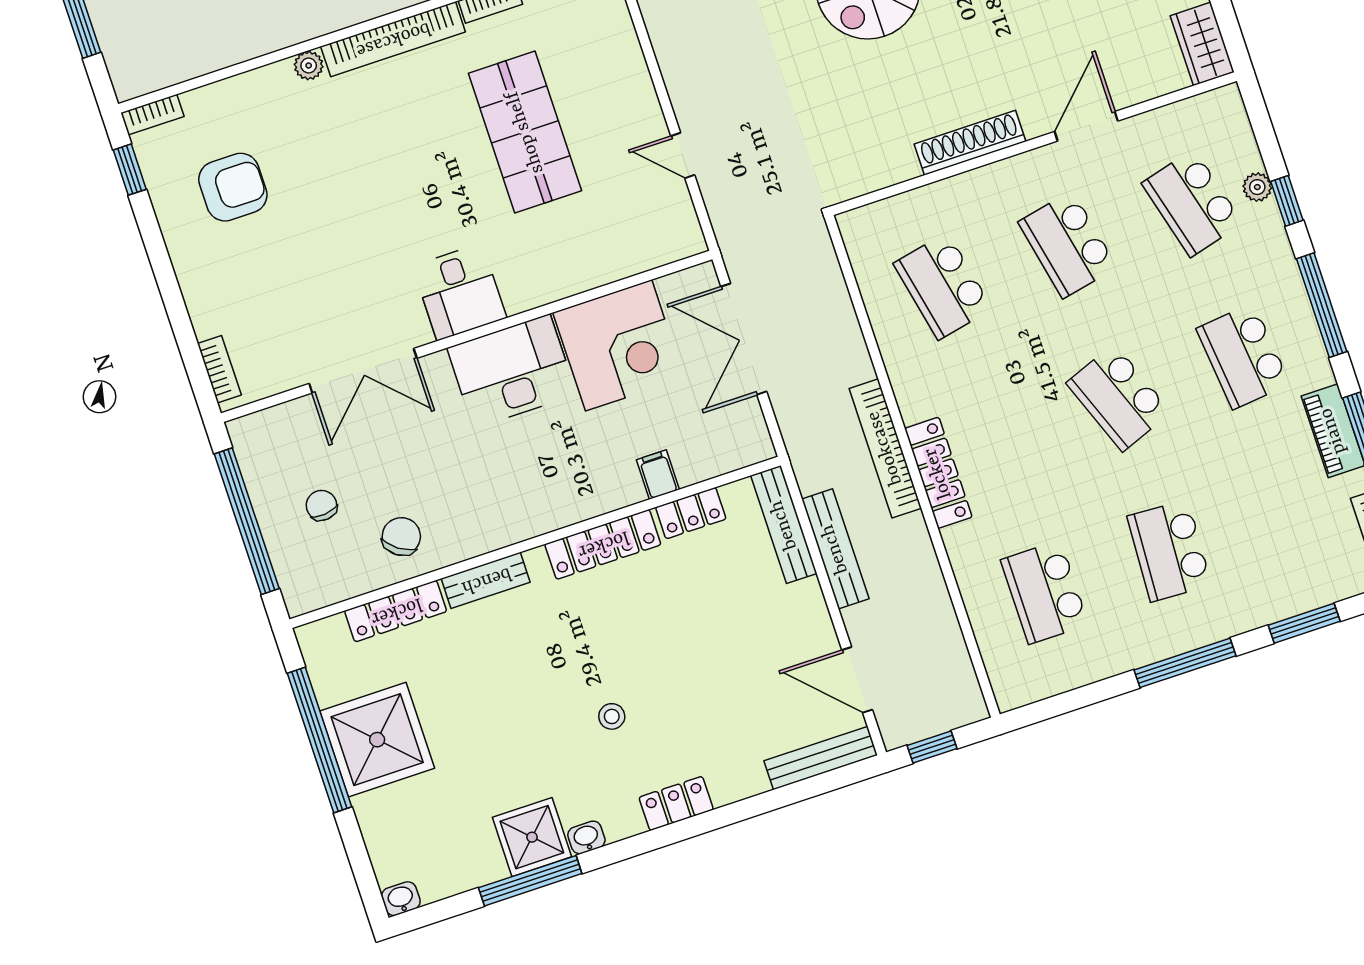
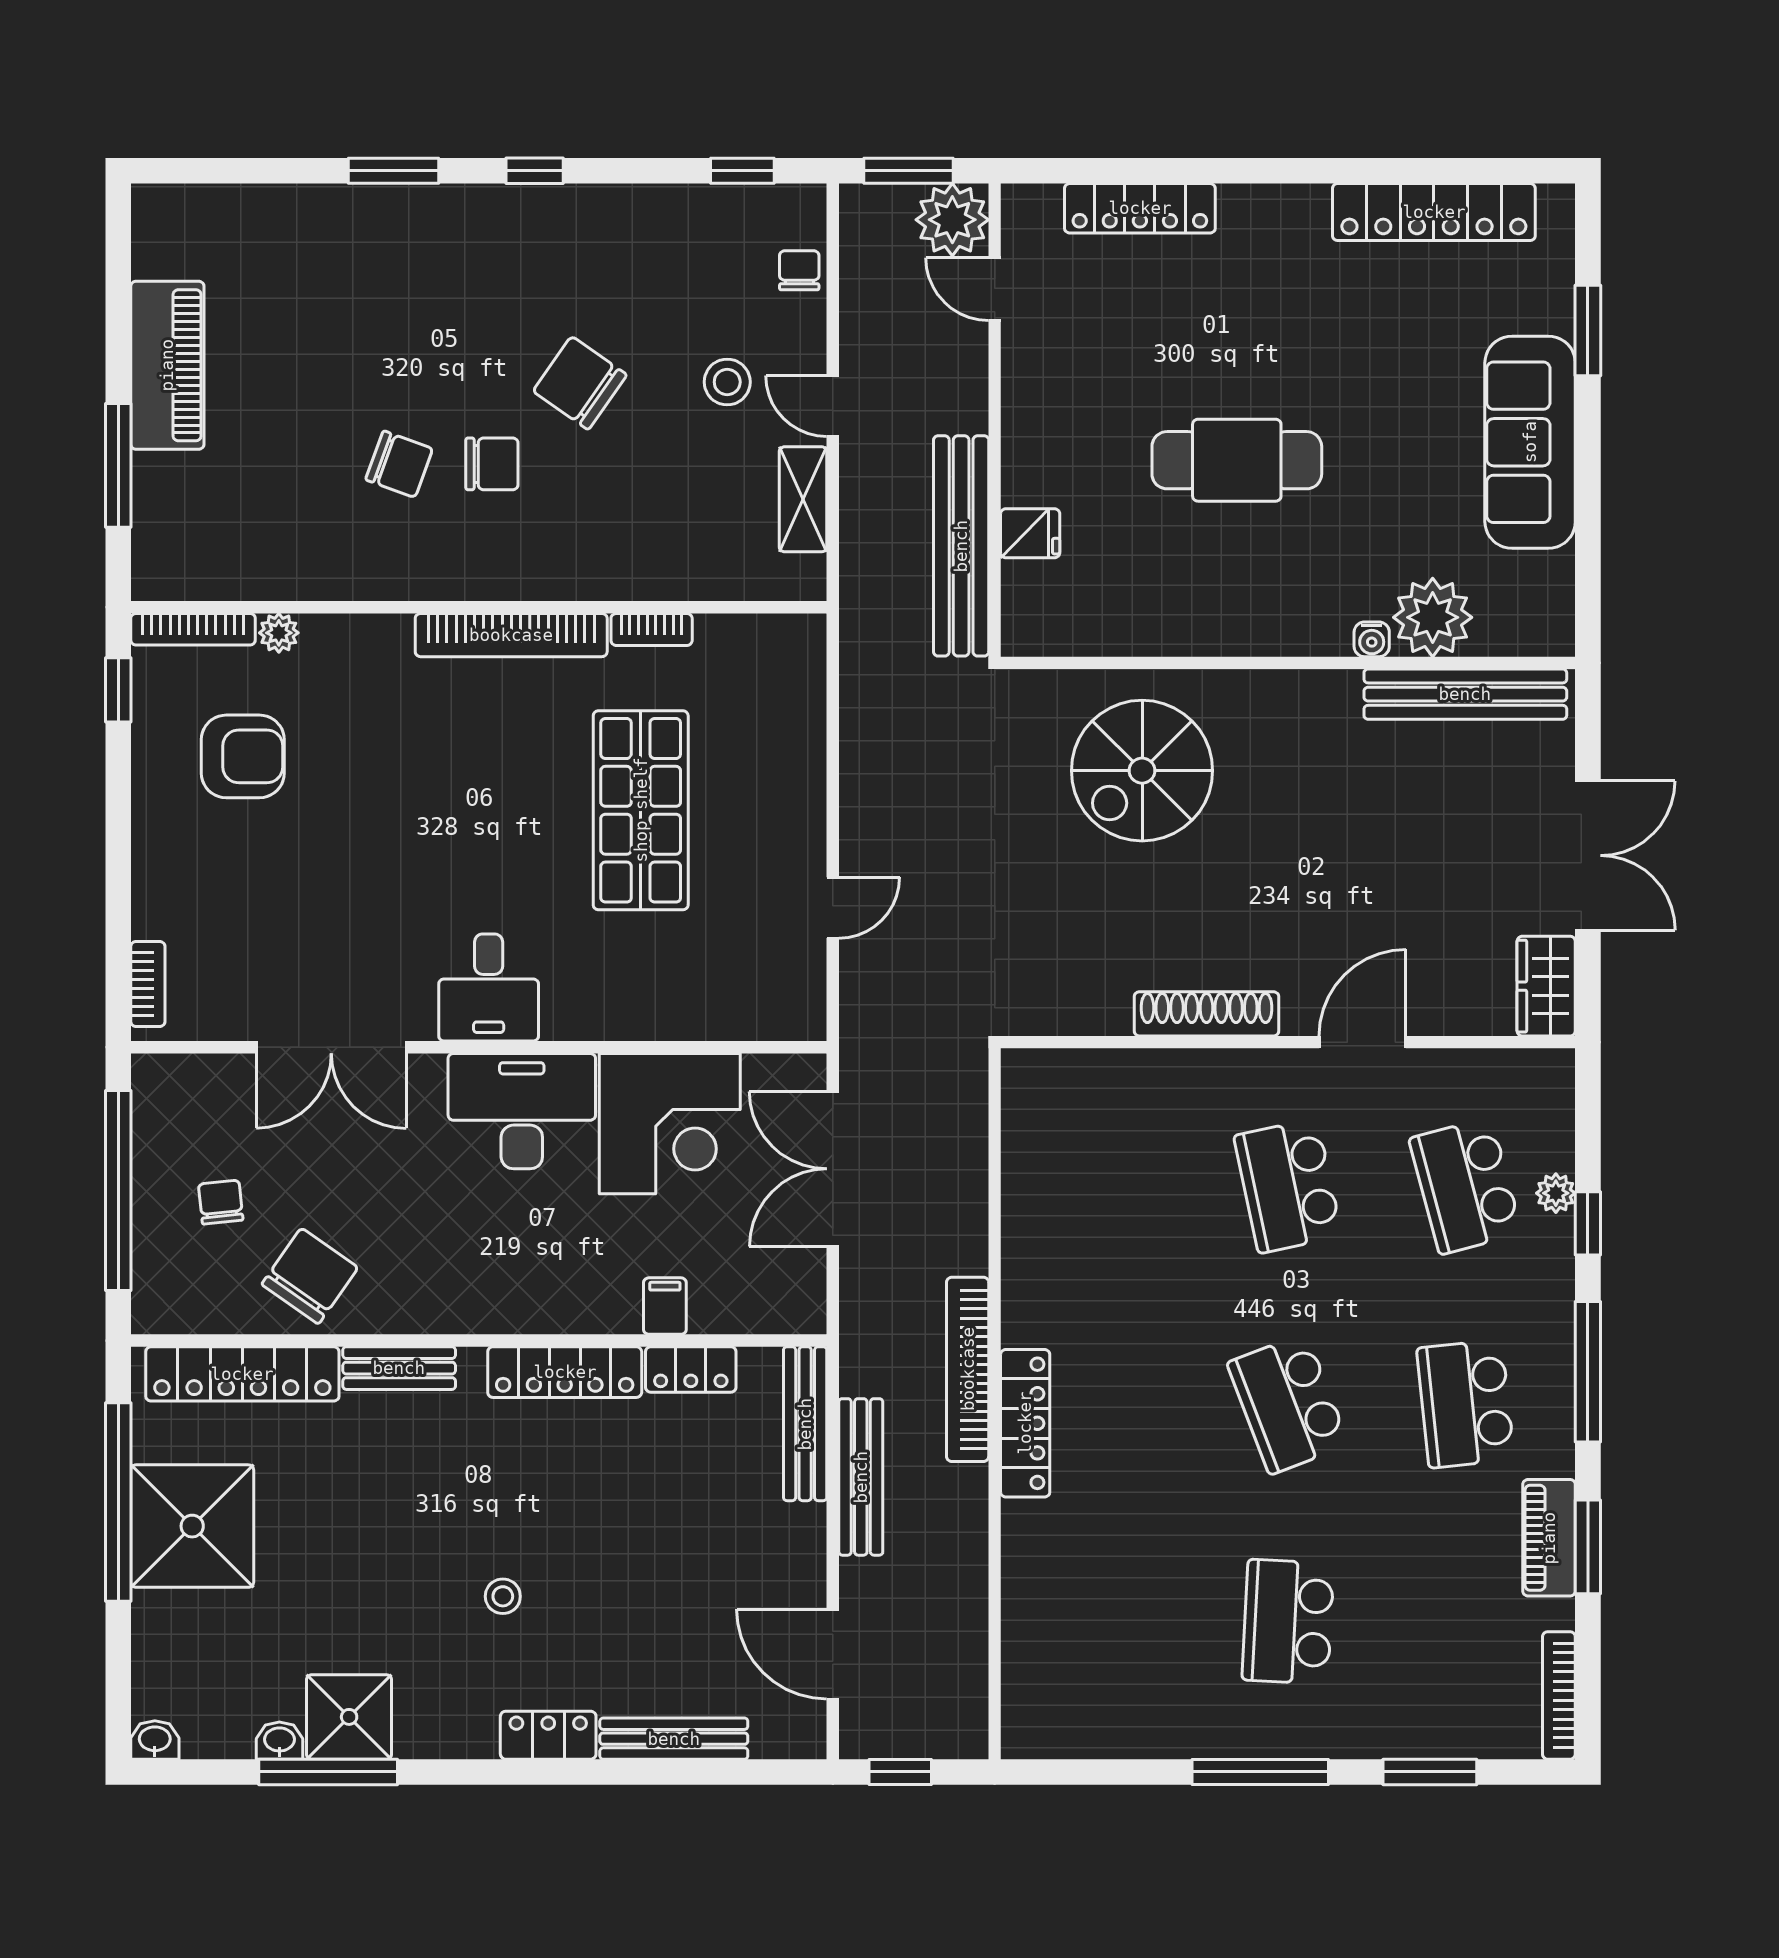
plant: (309, 66) -> (279, 633), moved
bookcase: (152, 115) -> (193, 629), width x1.56
door: (683, 155) -> (833, 908), swing flipped
school desk: (943, 286) -> (1110, 1186), removed
chair: (401, 536) -> (310, 1276), width x1.37, depth x1.37
school desk: (1045, 592) -> (1110, 1622), removed
locker: (396, 611) -> (242, 1374), width x1.41, depth x1.21
bench: (821, 758) -> (674, 1739), moved
washbasin: (586, 837) -> (279, 1741), moved

